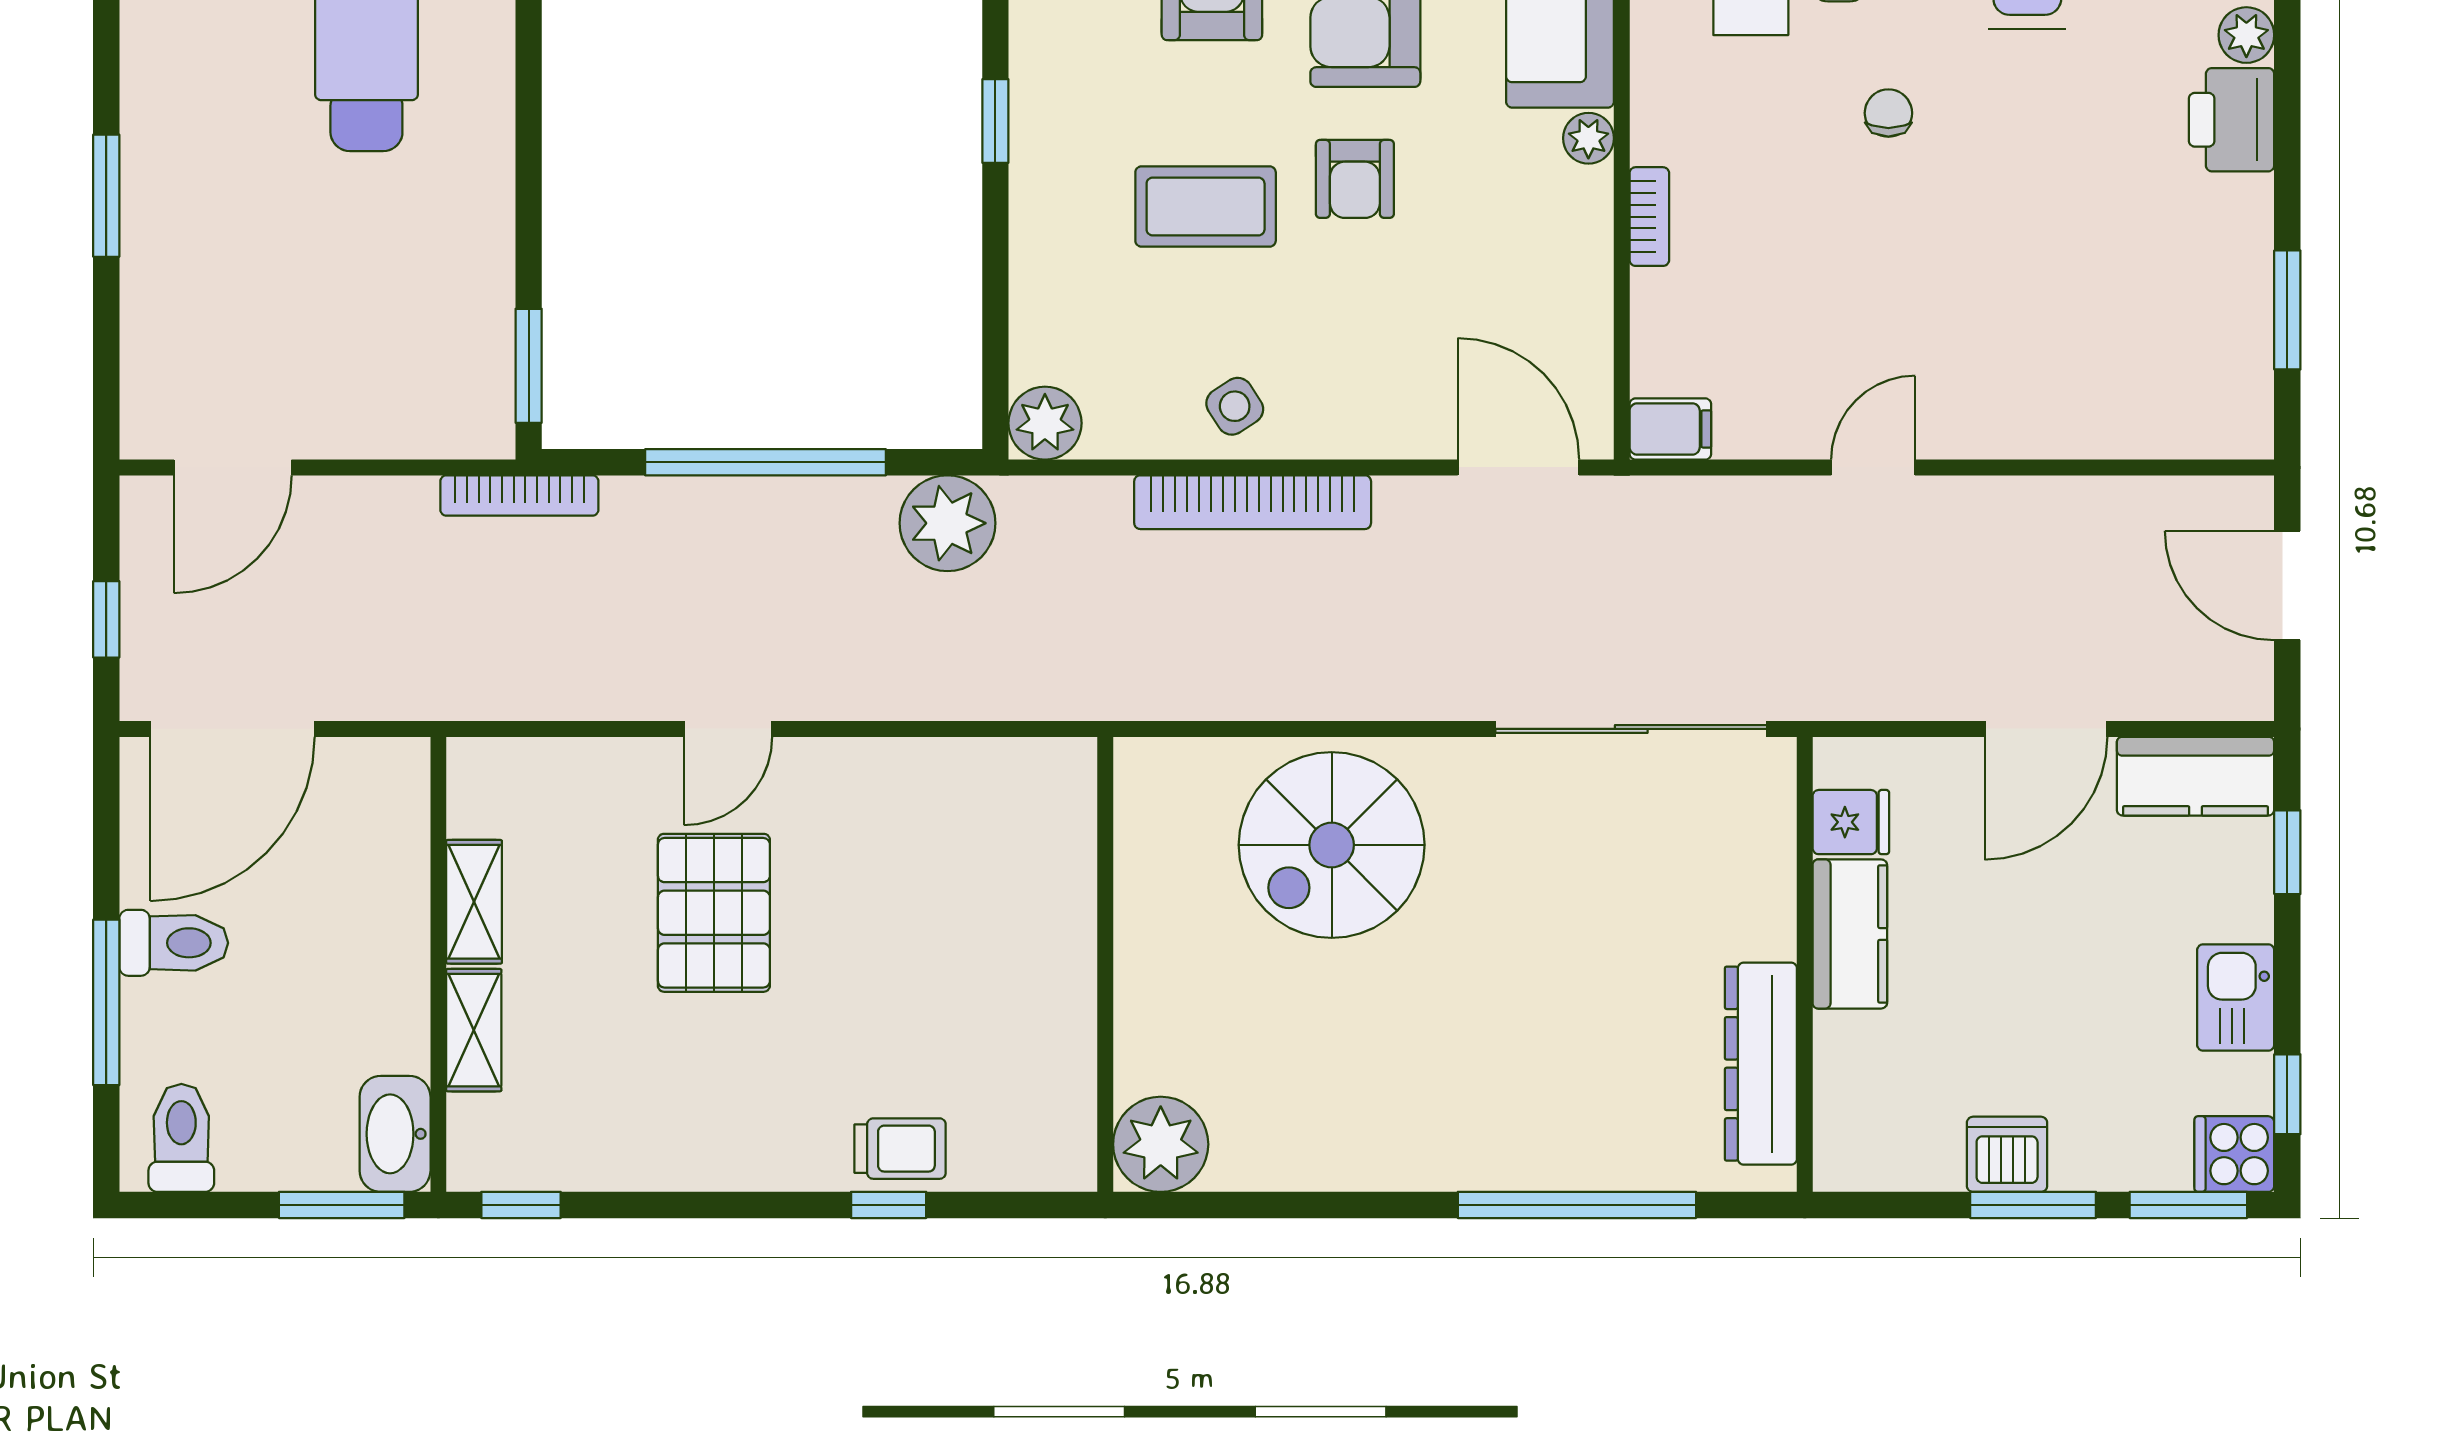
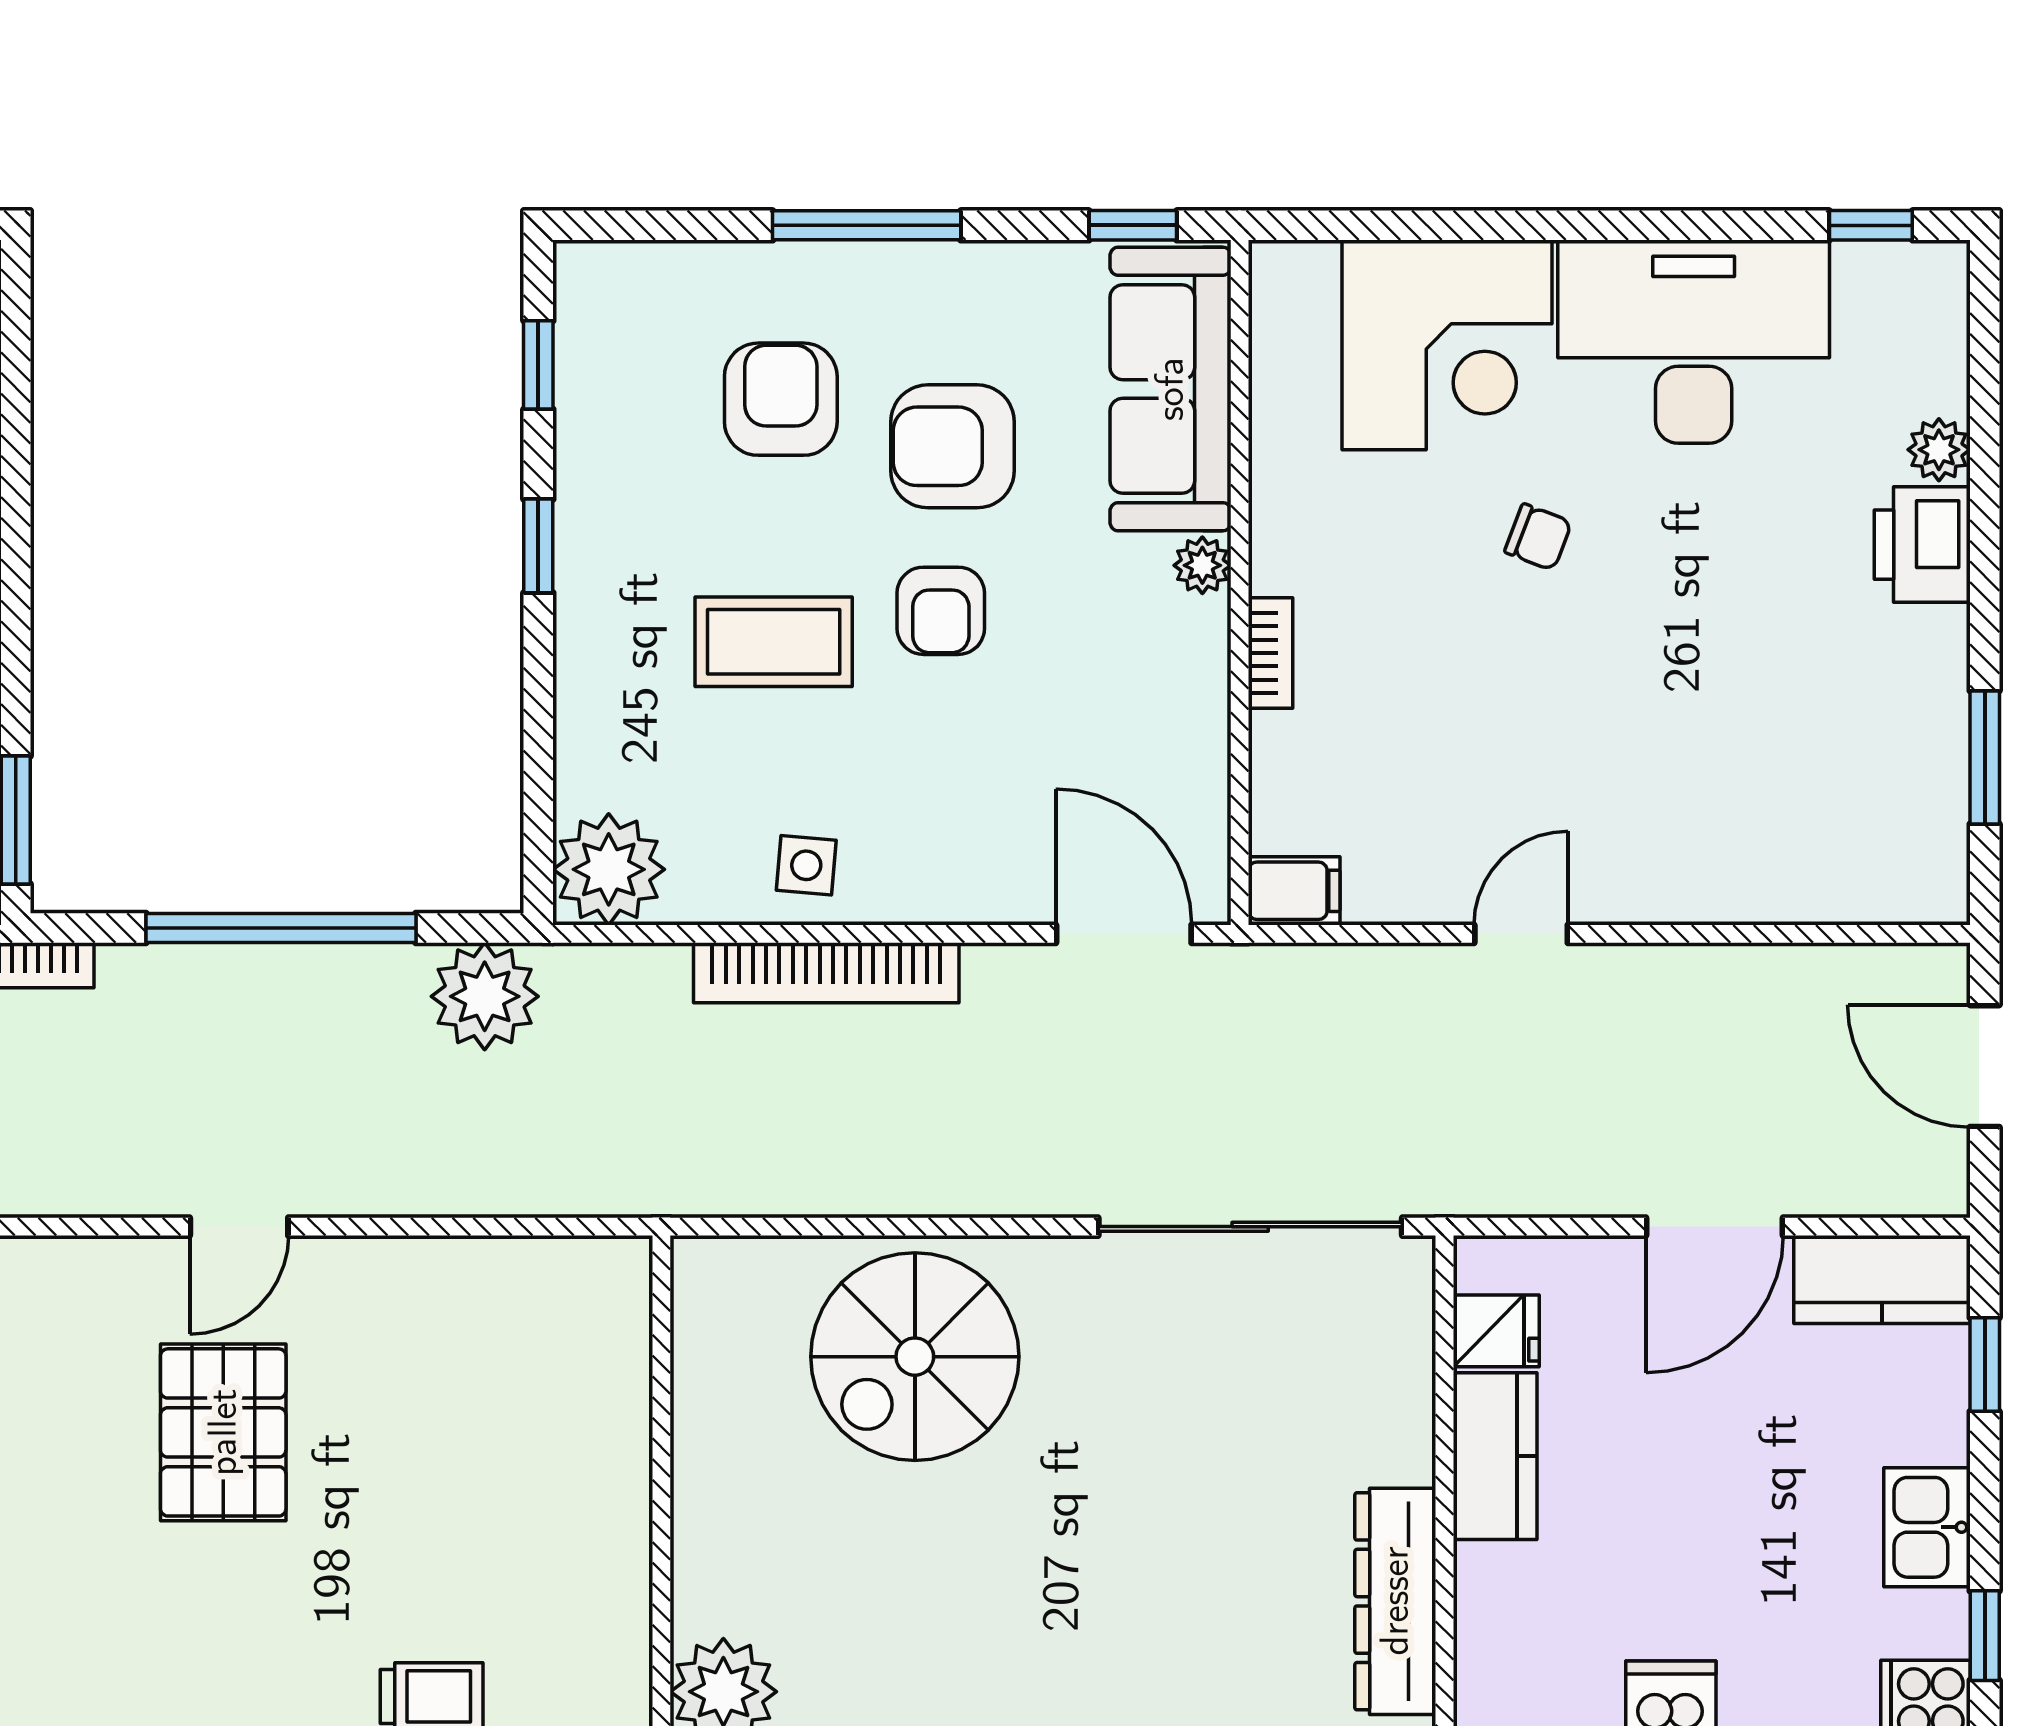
chair: (1888, 113) -> (1538, 537), turned 111
side table: (1235, 406) -> (806, 865), turned 38
plant: (1045, 423) -> (609, 869), width x1.36, depth x1.36

